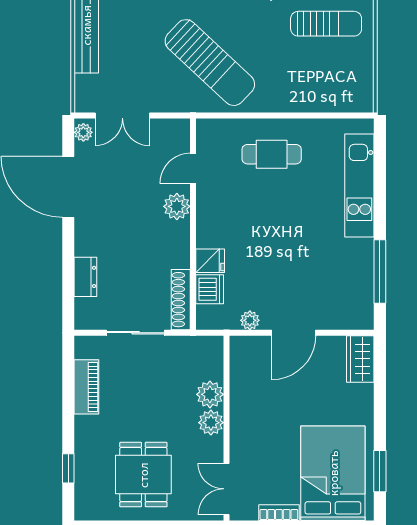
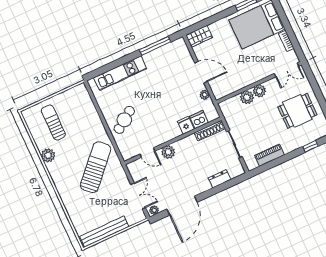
cafe table: (272, 154) -> (124, 120), turned 55

